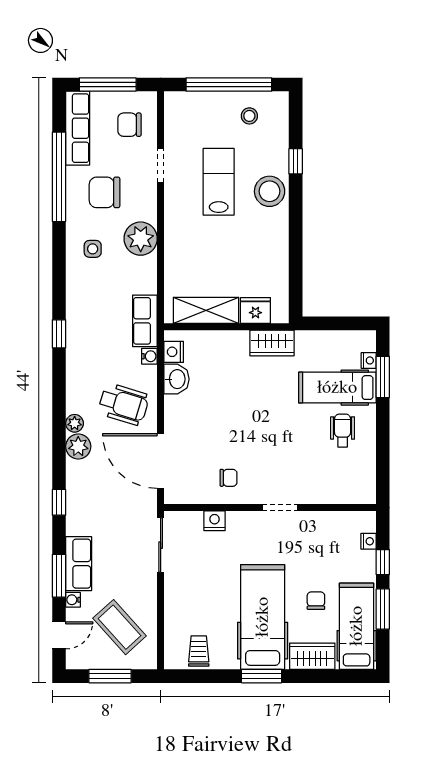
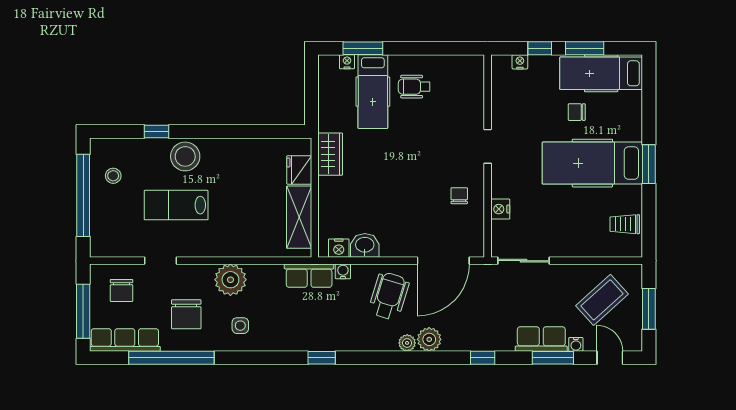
wardrobe: (312, 656) -> (630, 116), removed

